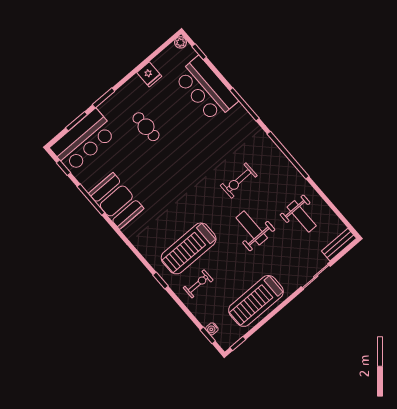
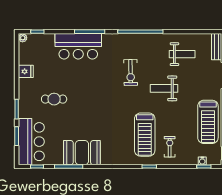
bar counter: (206, 89) -> (78, 46), moved

